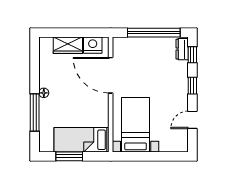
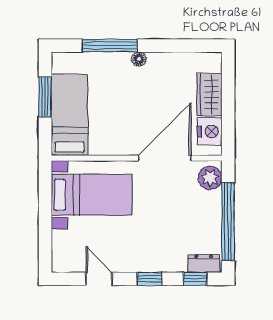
plant: (124, 45) -> (210, 178), added

